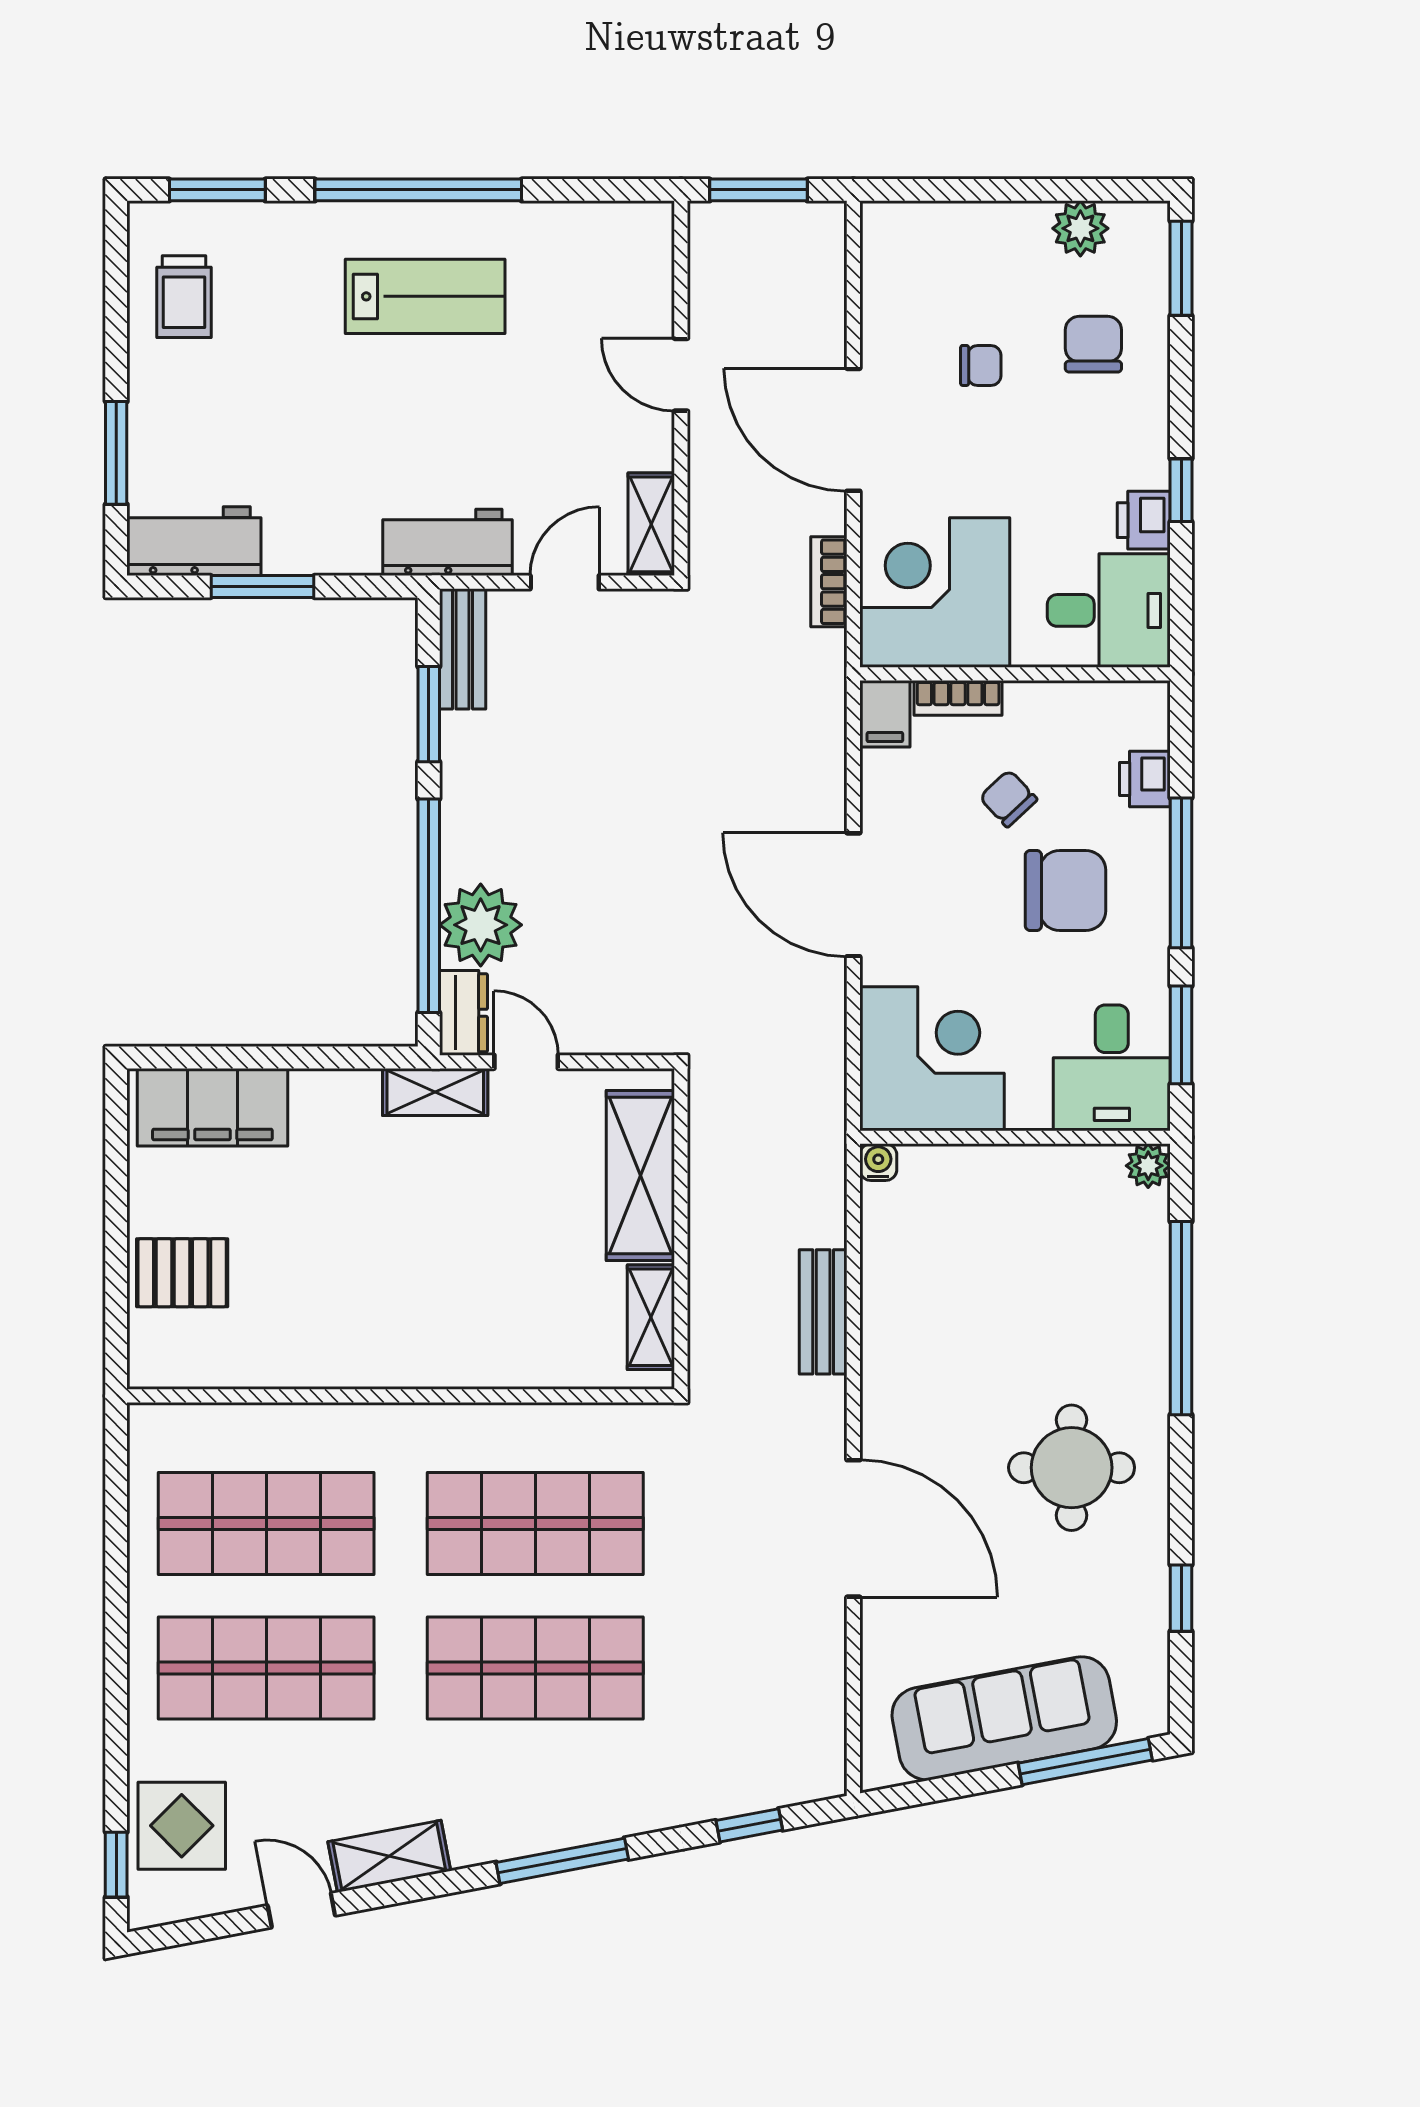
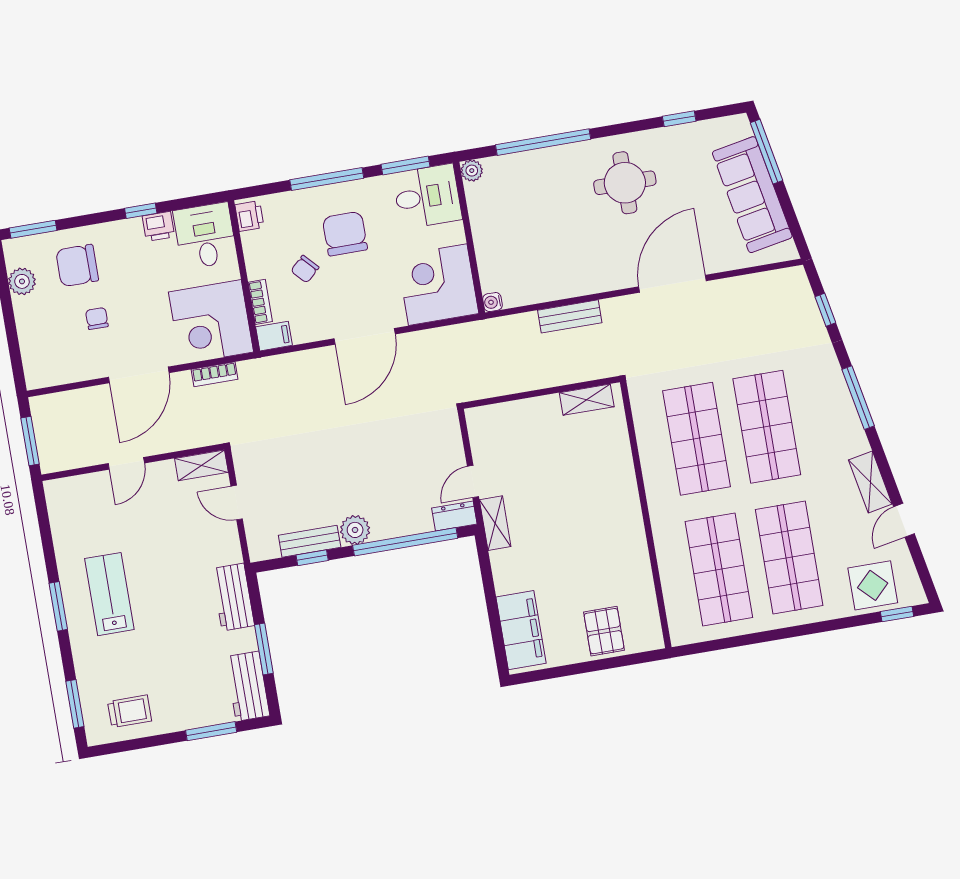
window: (418, 190) -> (58, 606), width x0.47
chair: (1093, 344) -> (77, 265), width x1.37, depth x1.37
workbench: (448, 542) -> (233, 597), moved
bench: (463, 649) -> (310, 541), moved
window: (429, 714) -> (312, 558), width x0.67
printer: (1145, 779) -> (249, 216), moved, turned -90
plant: (481, 925) -> (355, 530), moved, width x0.73, depth x0.73
shelving: (640, 1176) -> (519, 416), removed

